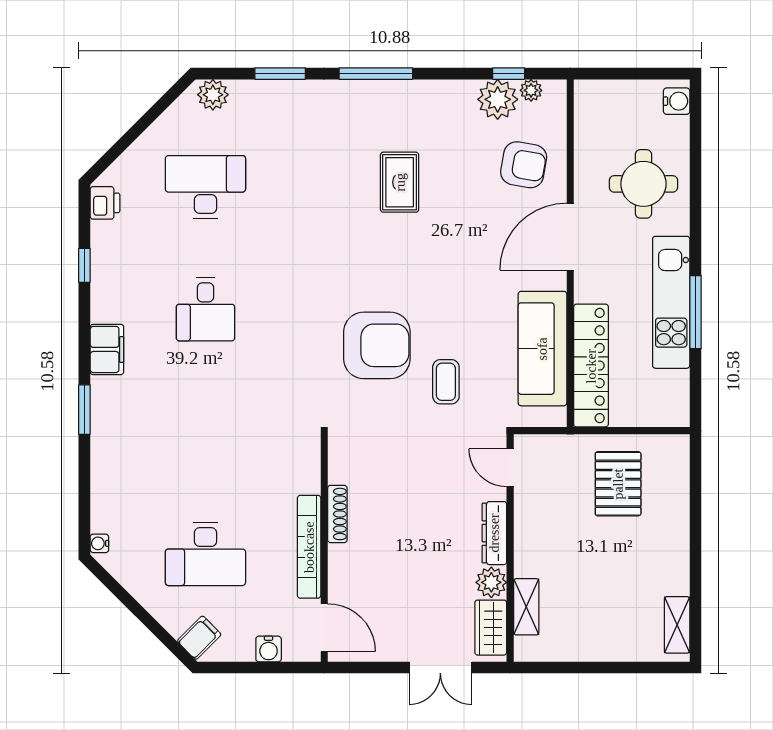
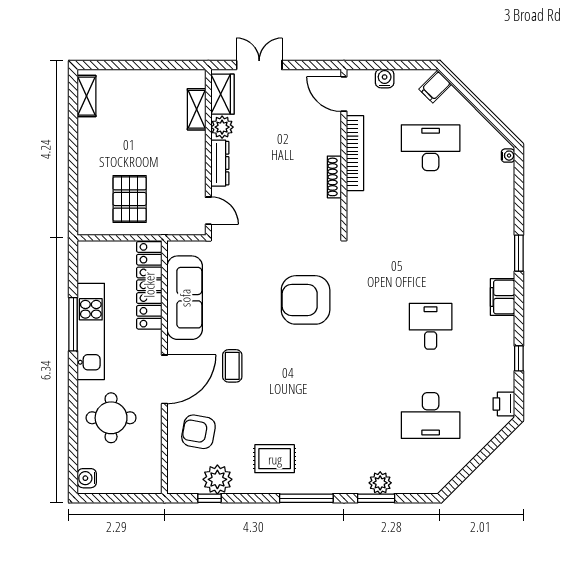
plant: (531, 90) -> (193, 486), removed
plant: (213, 95) -> (380, 483), moved
rug: (400, 182) -> (275, 459), moved, turned 90
coffee table: (446, 382) -> (232, 366), moved

